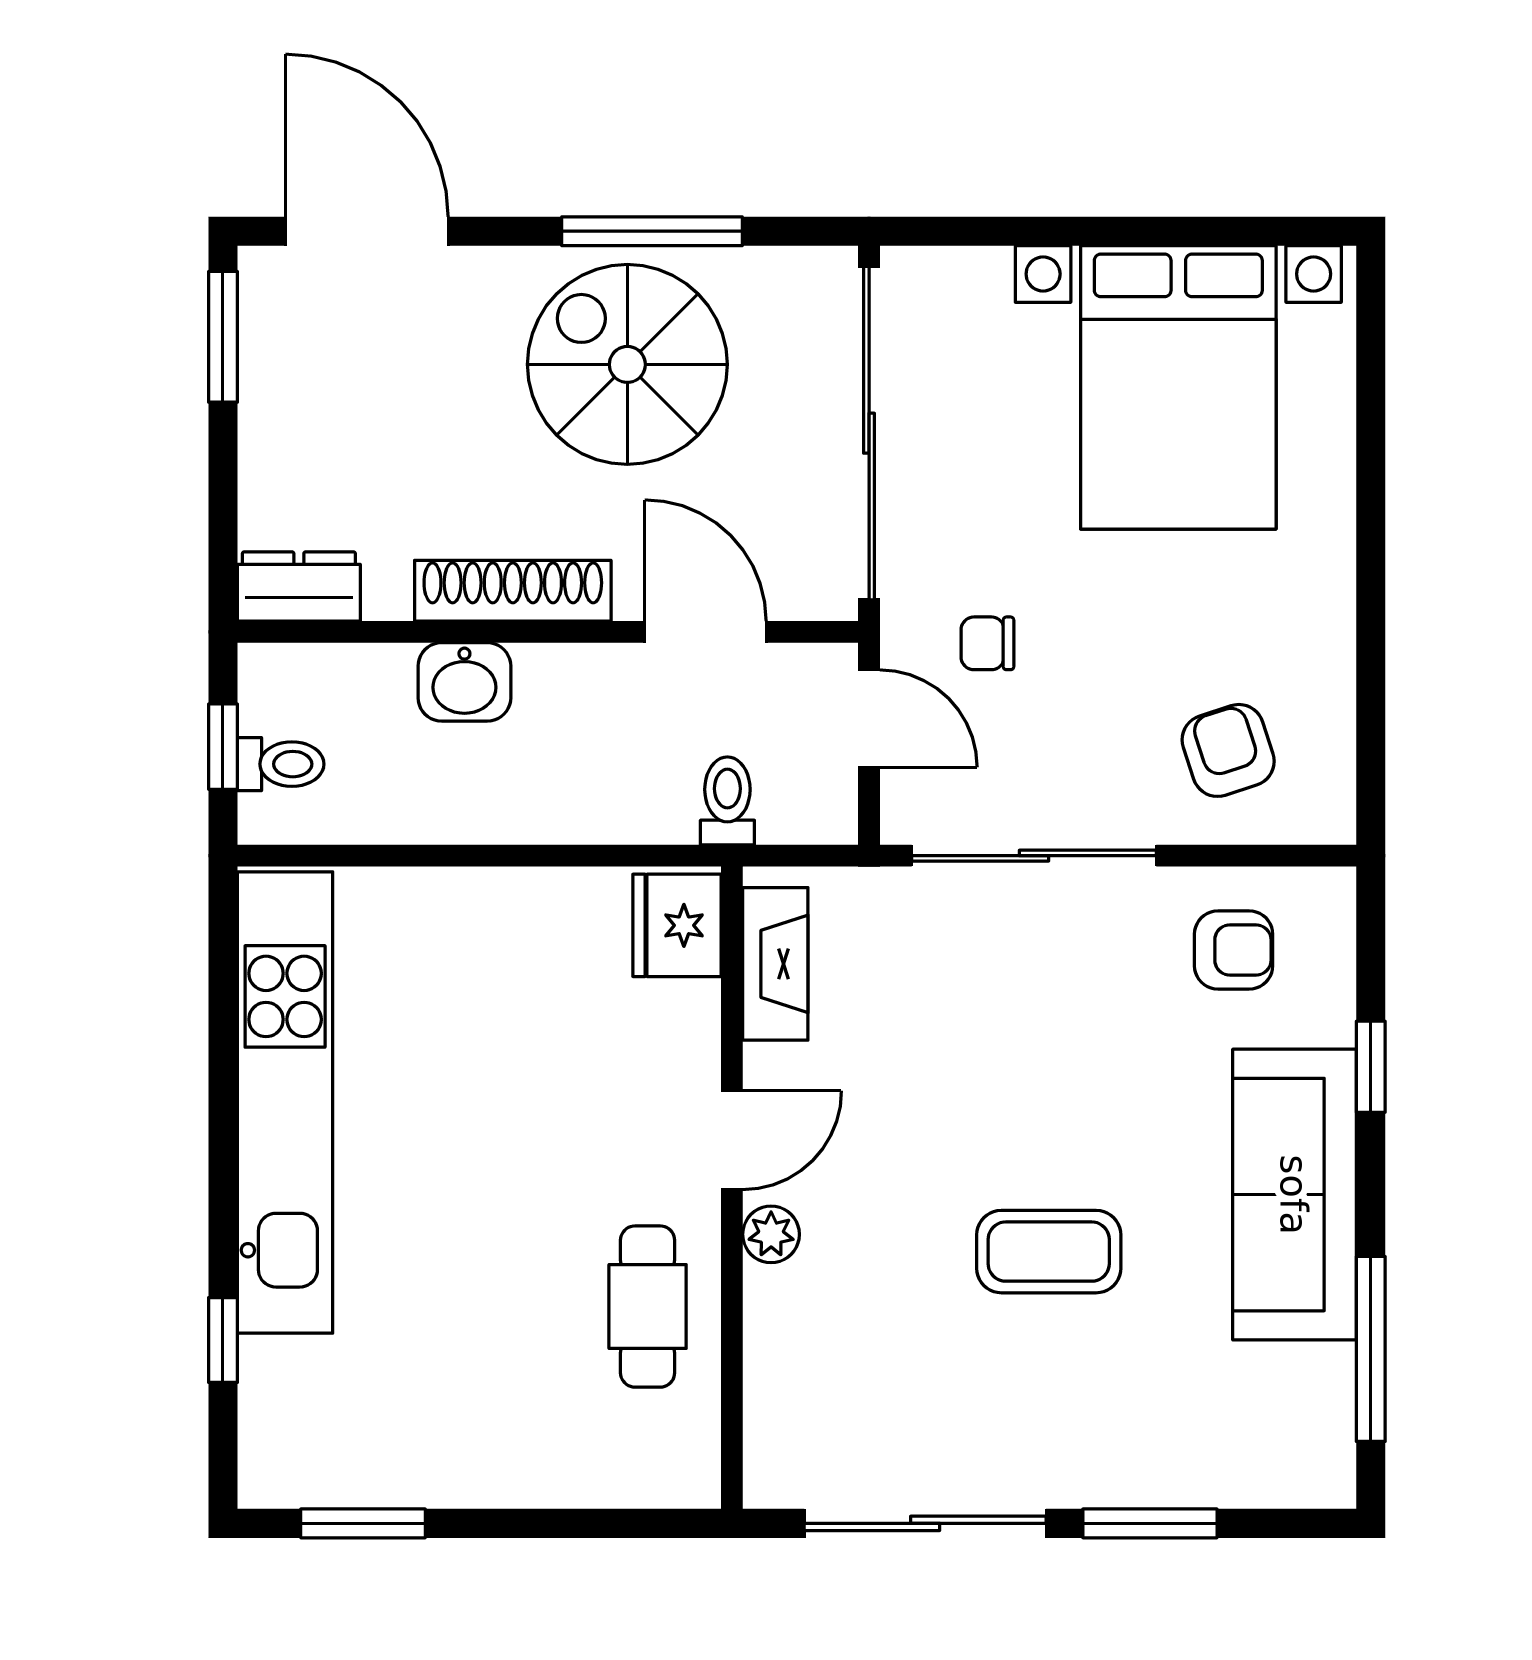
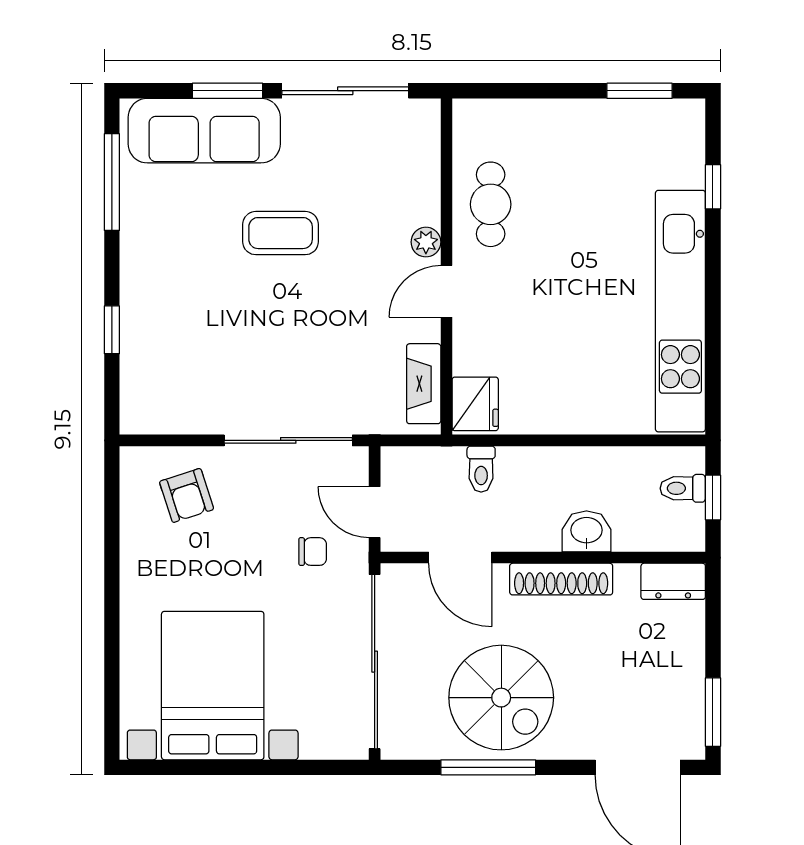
toilet: (727, 801) -> (481, 469), moved
armchair: (1234, 950) -> (184, 391), removed
sofa: (1294, 1195) -> (204, 131), moved, turned 90

